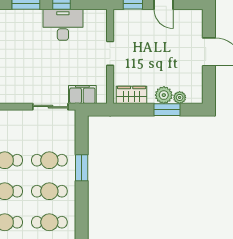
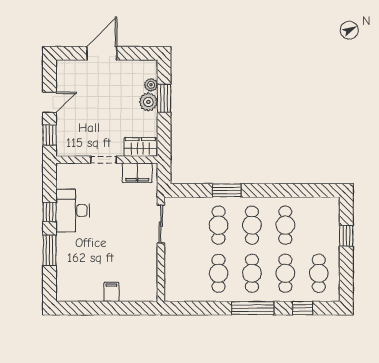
filing cabinet: (82, 94) -> (137, 173), moved, turned -90
wardrobe: (132, 95) -> (140, 147), moved, turned 90

